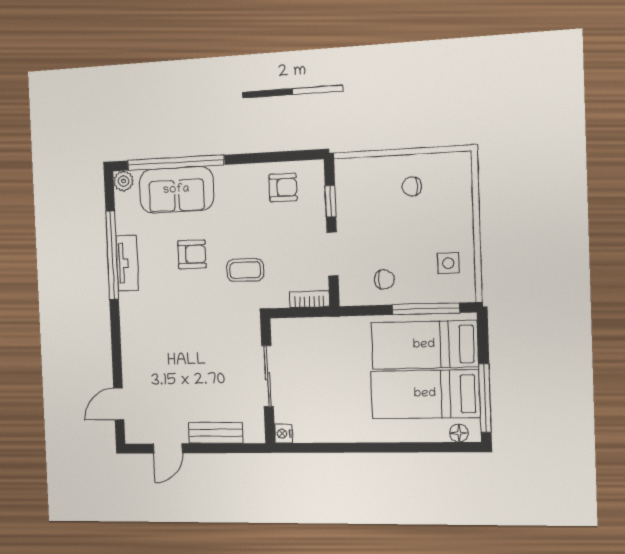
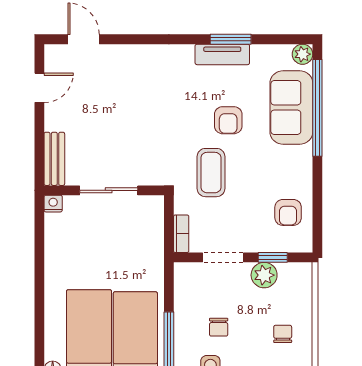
plant: (349, 210) -> (264, 275), added
window: (112, 255) -> (231, 39), width x0.47
coffee table: (245, 270) -> (211, 173), width x1.36, depth x1.30
chair: (384, 280) -> (219, 327), moved
bench: (216, 433) -> (54, 159), moved
door: (168, 448) -> (39, 88), swing flipped

